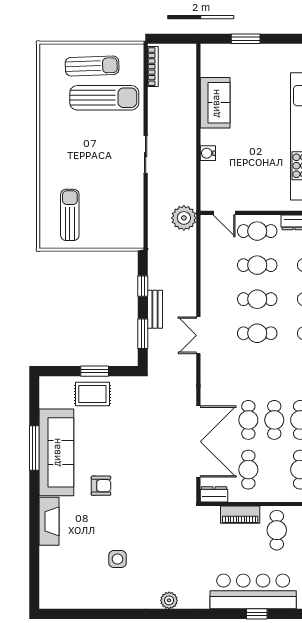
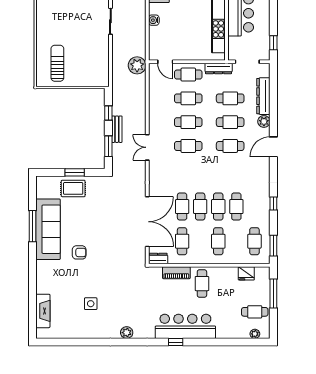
fireplace: (49, 521) -> (43, 311), moved
window: (257, 614) -> (176, 342), moved

